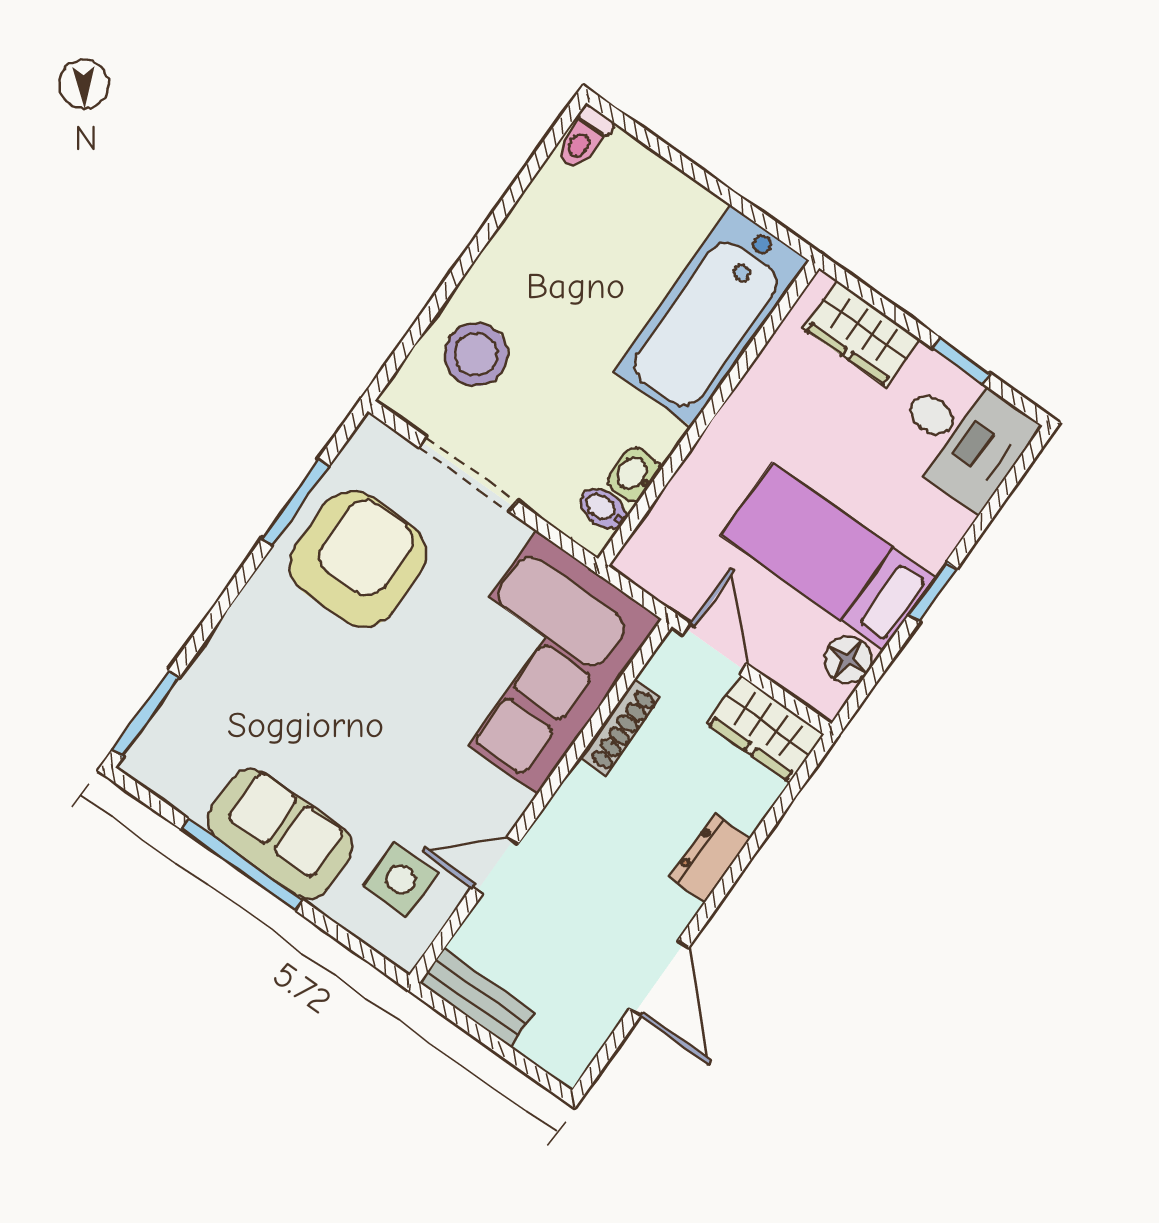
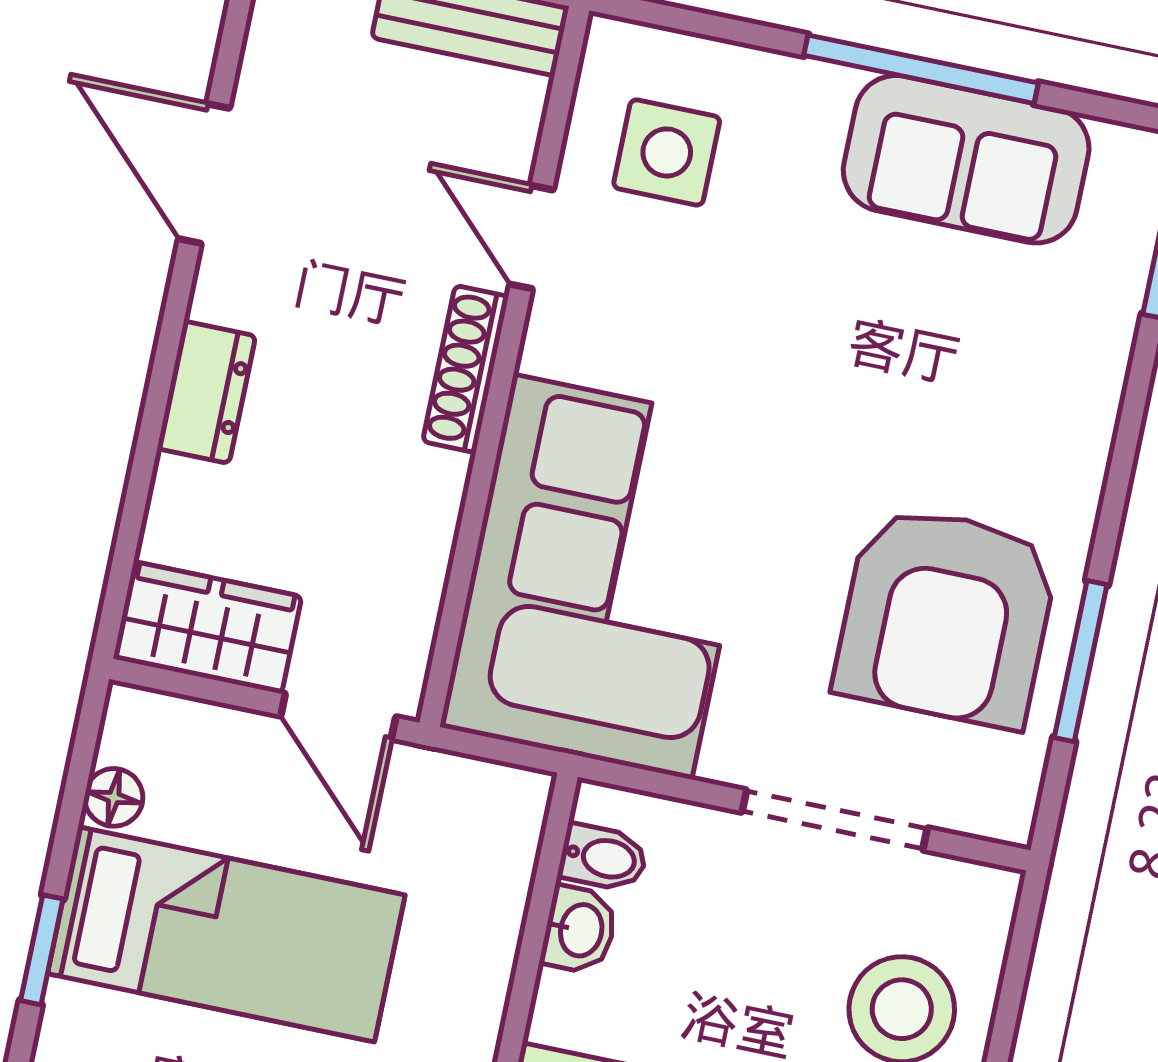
floor lamp: (848, 660) -> (114, 797), width x0.73, depth x0.73
shoe rack: (620, 727) -> (466, 369), moved
sofa: (280, 834) -> (966, 159), moved
door: (495, 865) -> (531, 237), swing flipped

